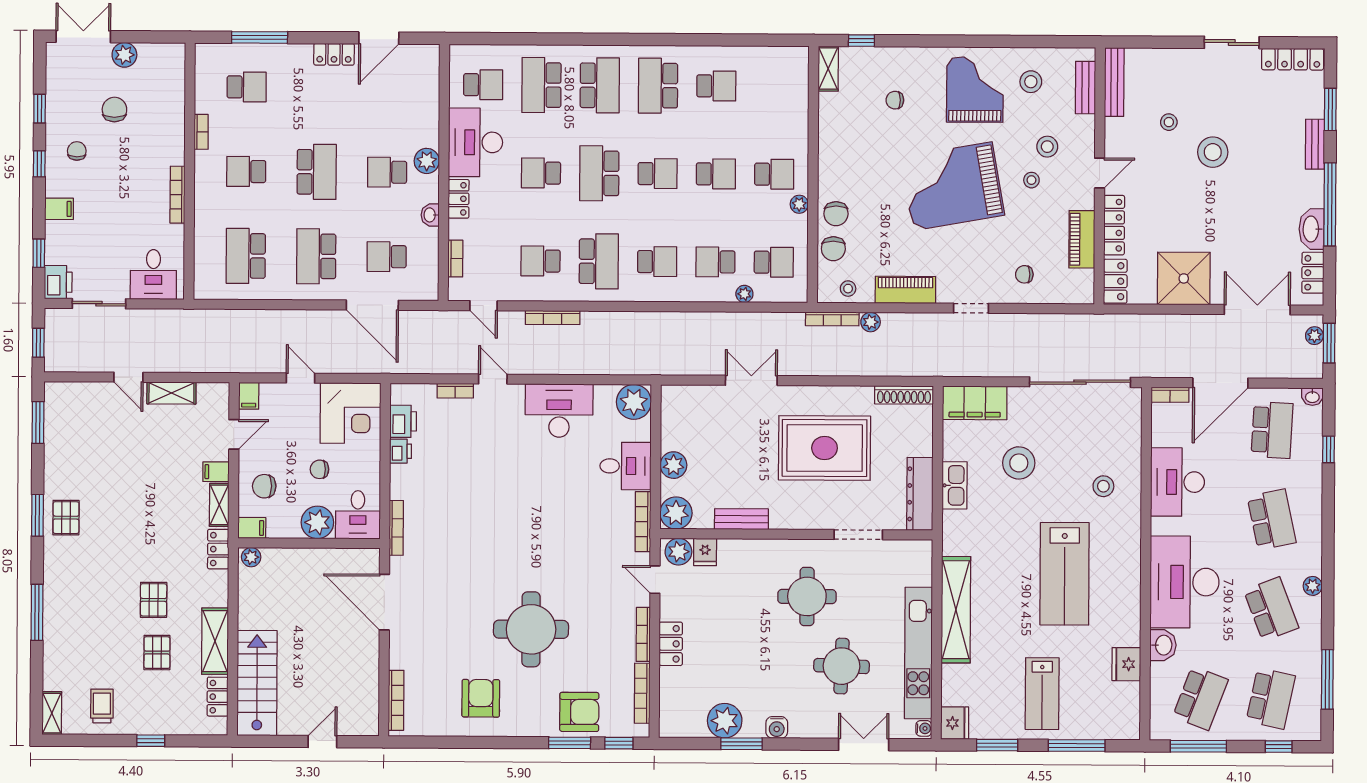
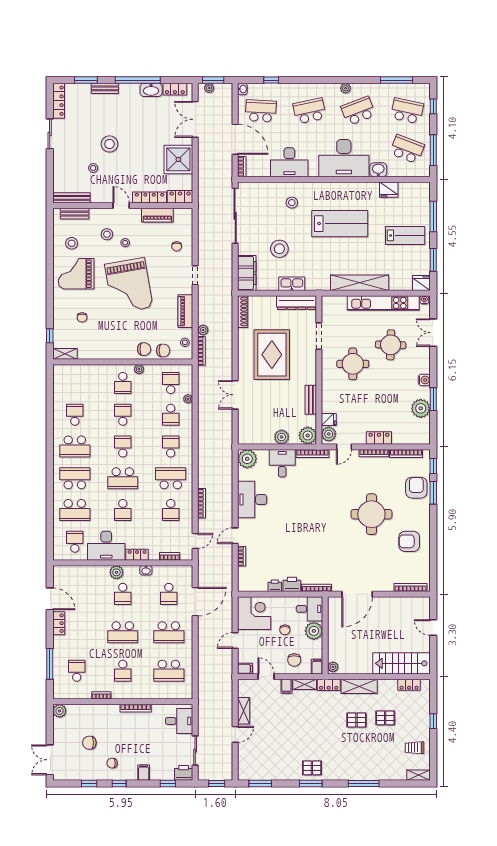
plant: (124, 55) -> (60, 711), moved
school desk: (317, 172) -> (123, 632), turned 180
school desk: (774, 174) -> (123, 383), turned 180
printer: (403, 421) -> (292, 584), moved
shelving: (215, 641) -> (359, 686), moved

